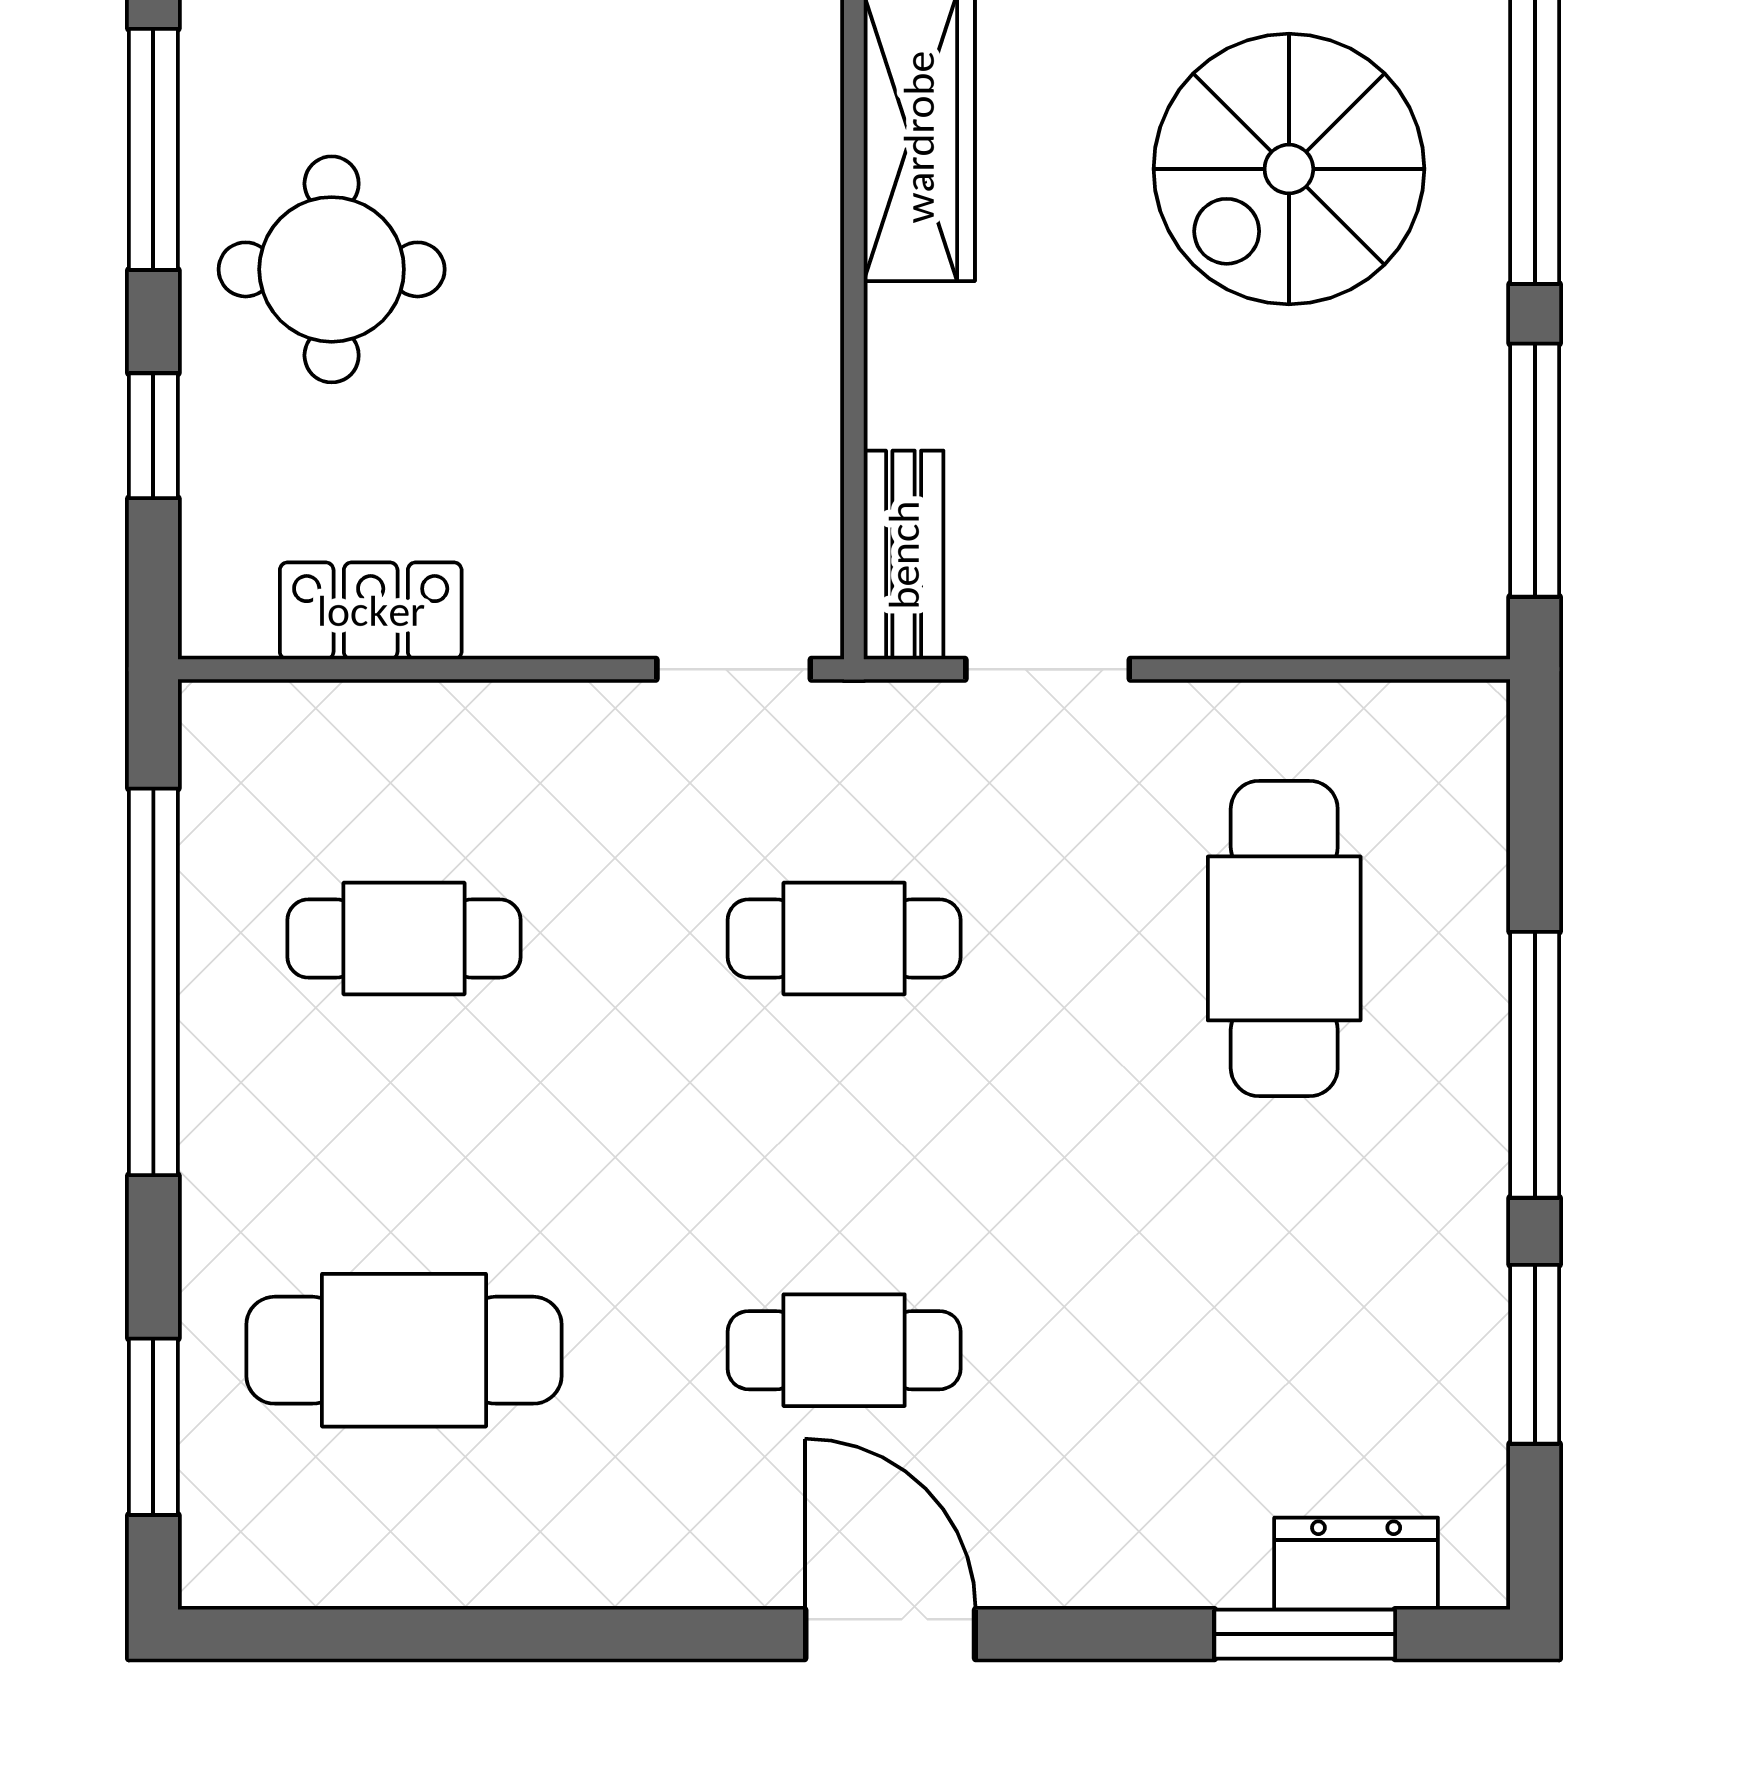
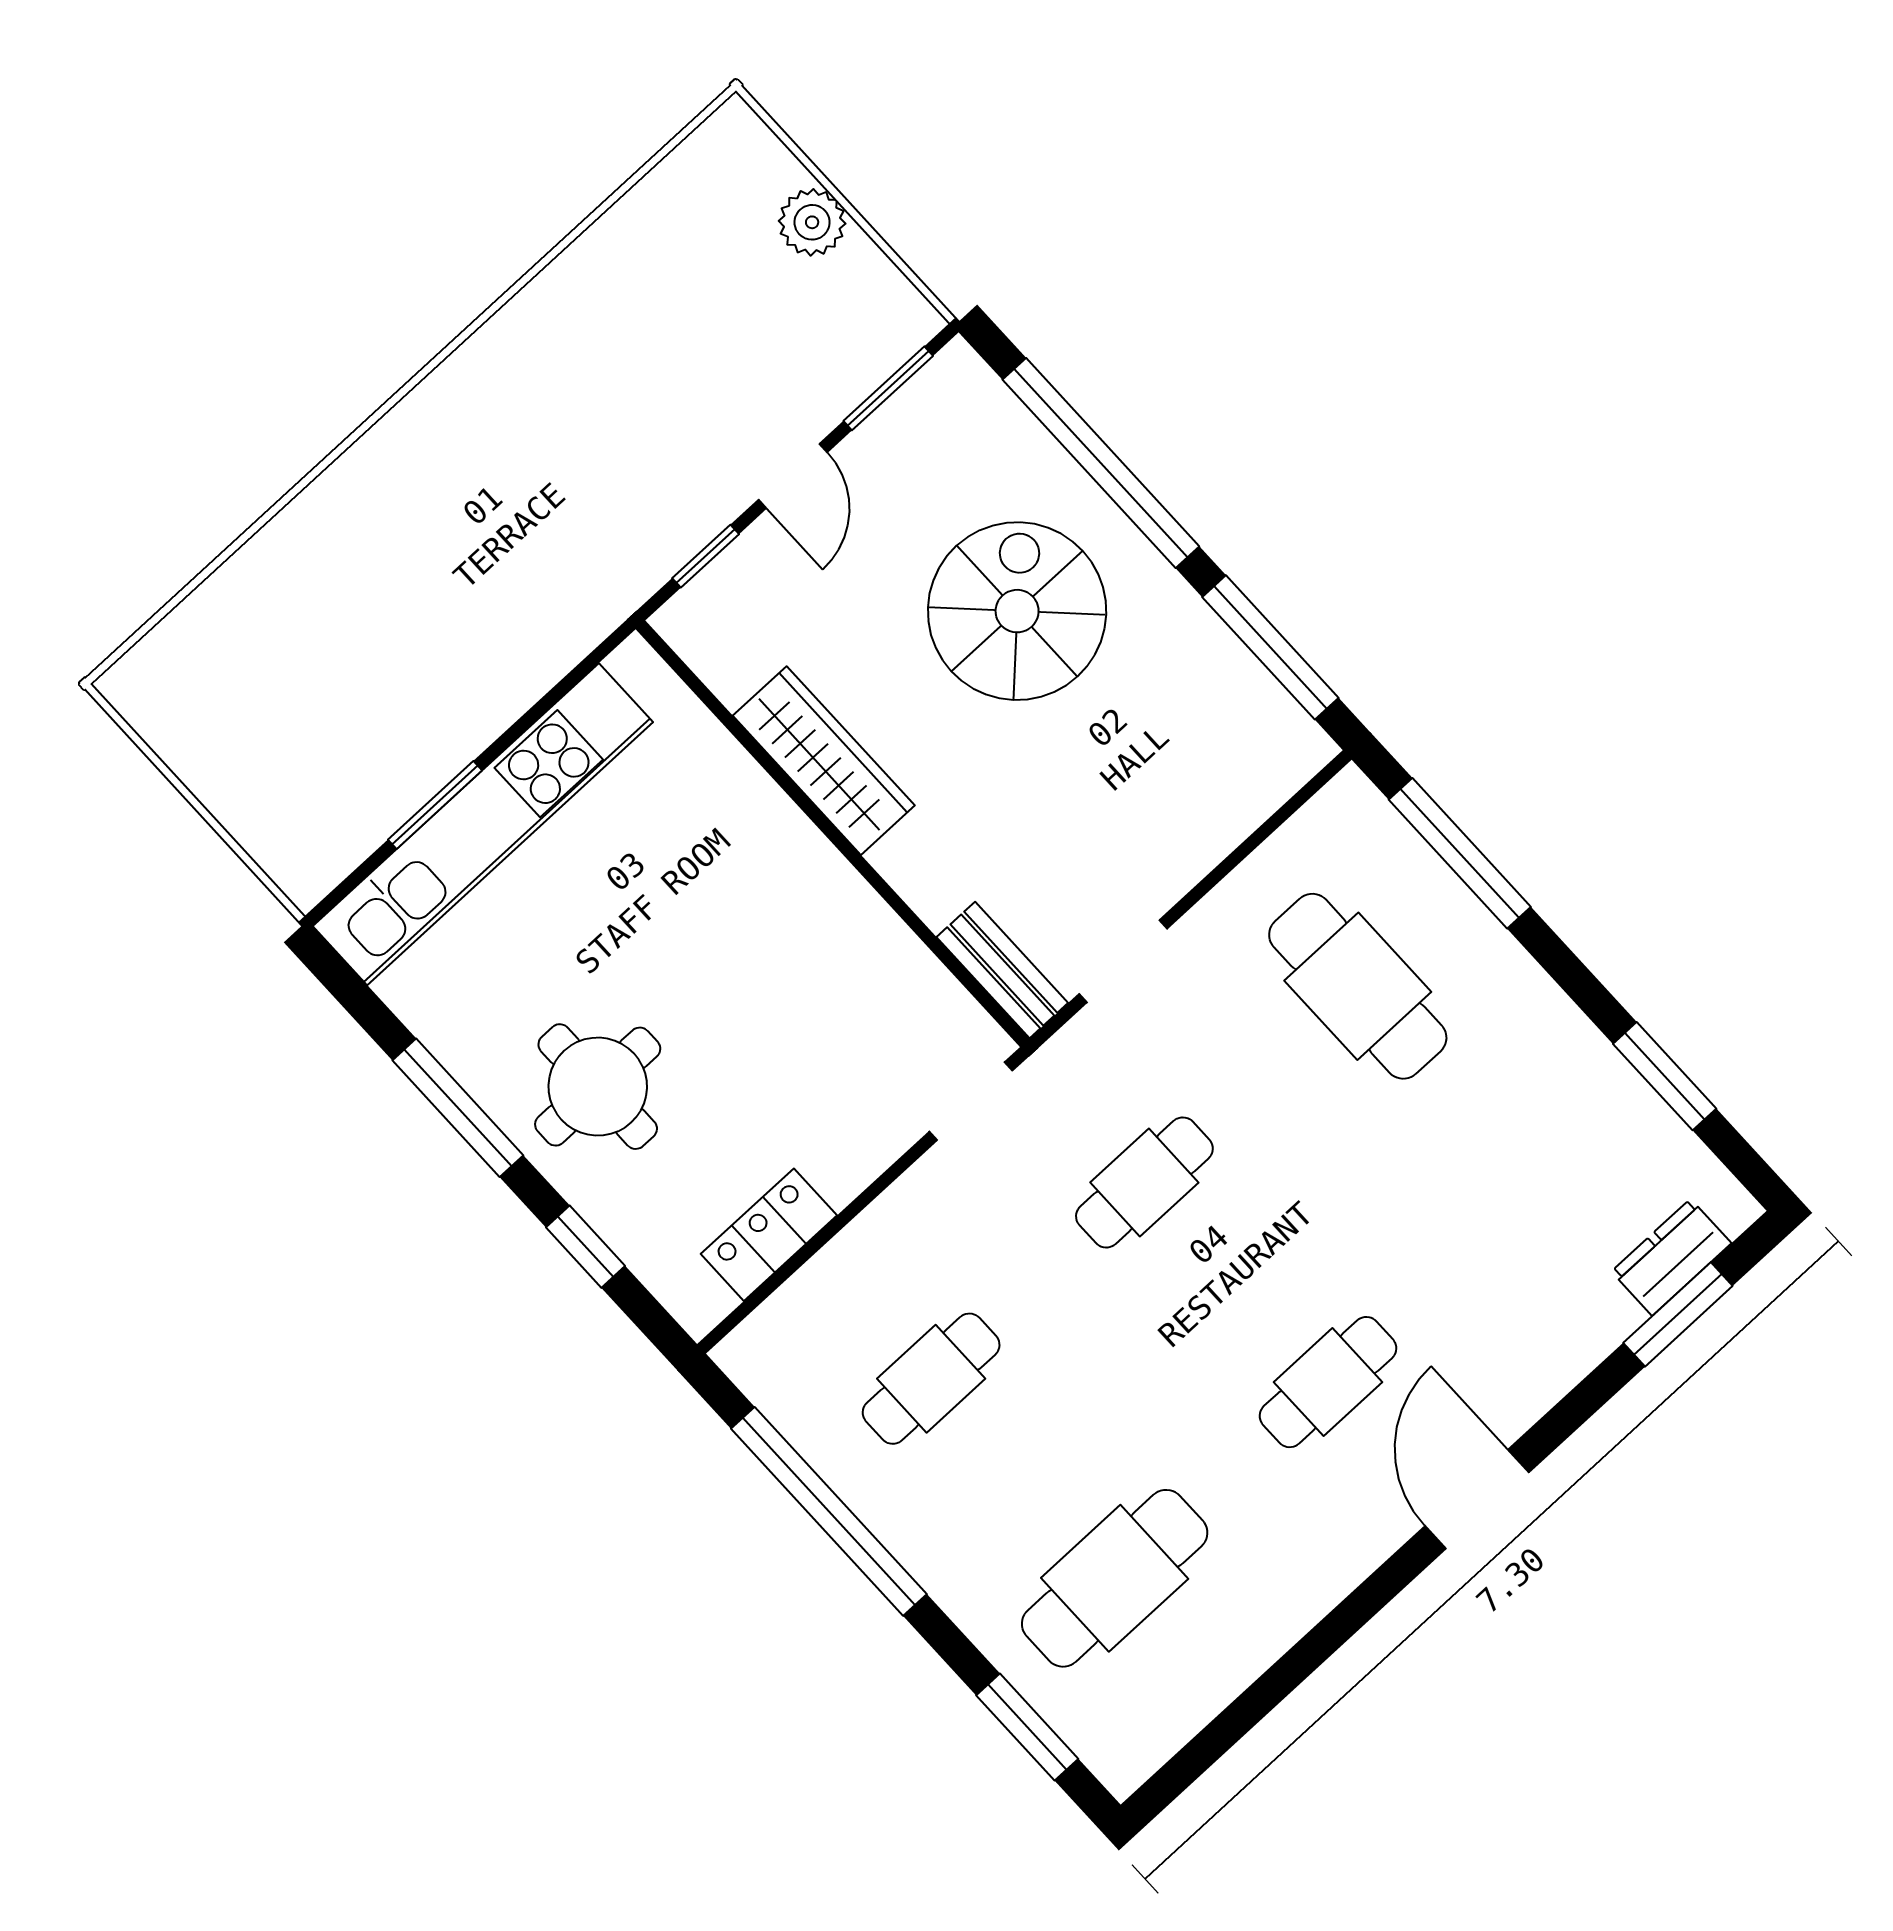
spiral stairs: (1289, 169) -> (1017, 611), turned 180
window: (1535, 1065) -> (1460, 853), moved
door: (890, 1634) -> (1477, 1499), hinge flipped

